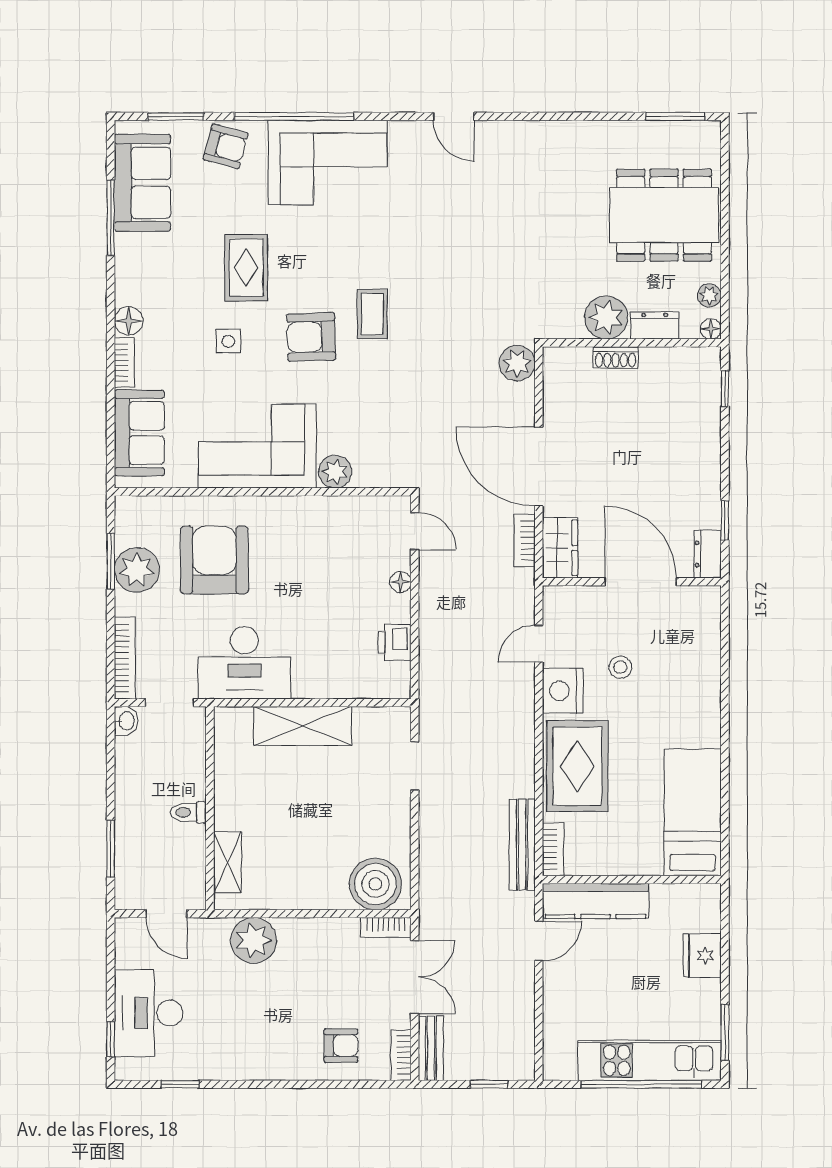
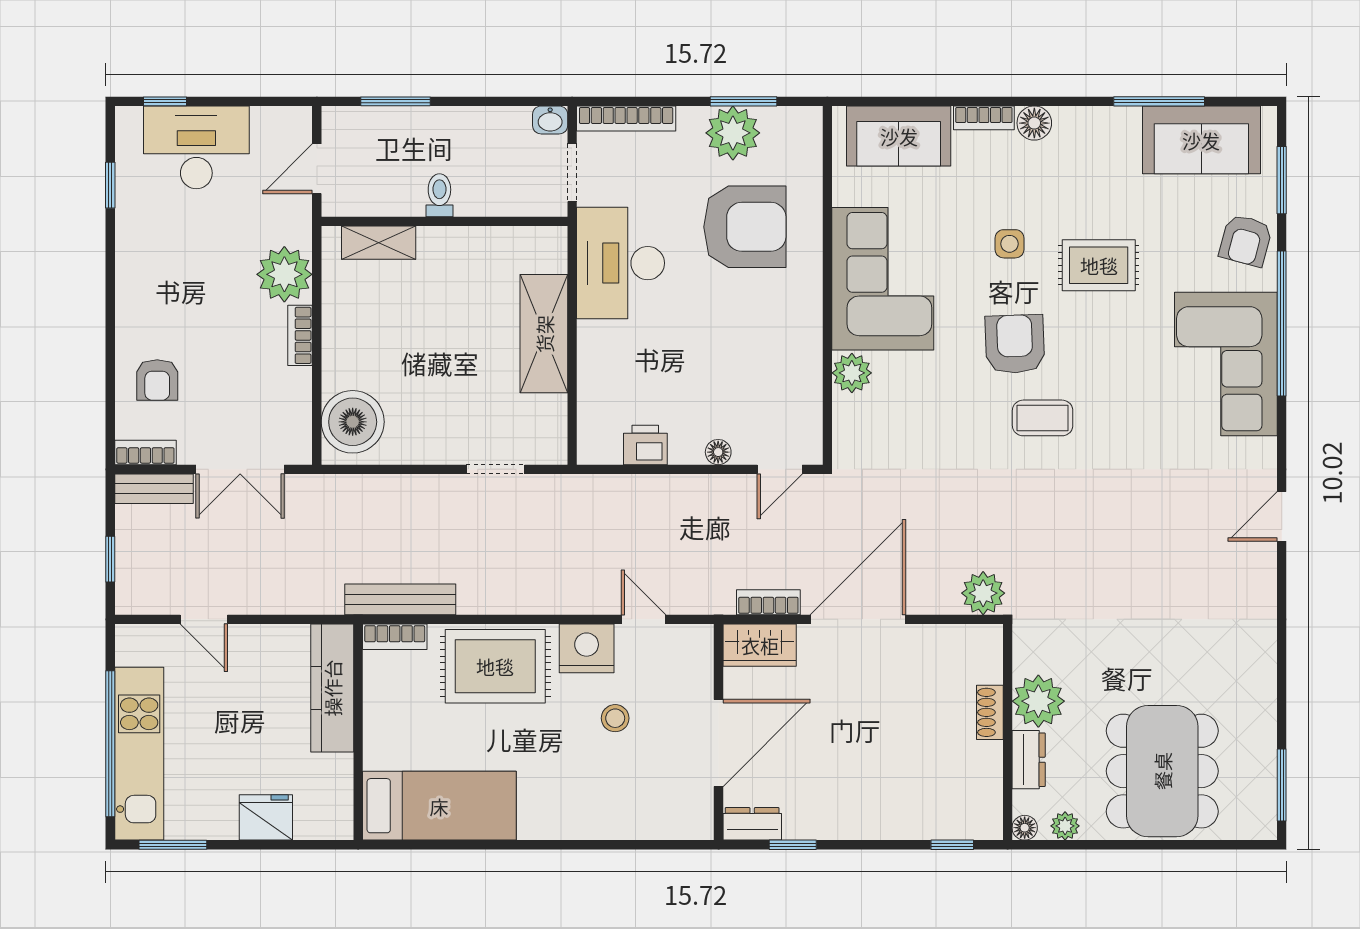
bookcase: (386, 927) -> (300, 335), moved
door: (539, 941) -> (204, 619), moved

